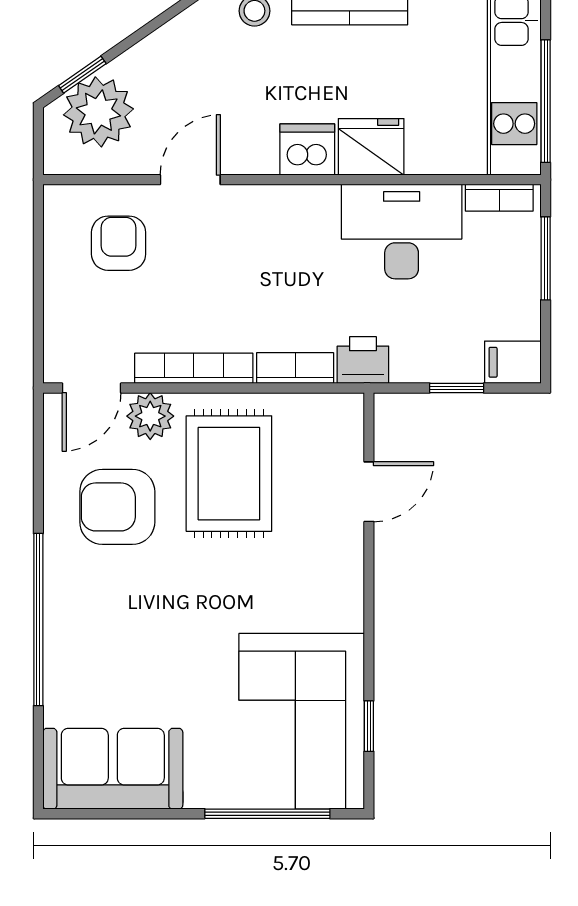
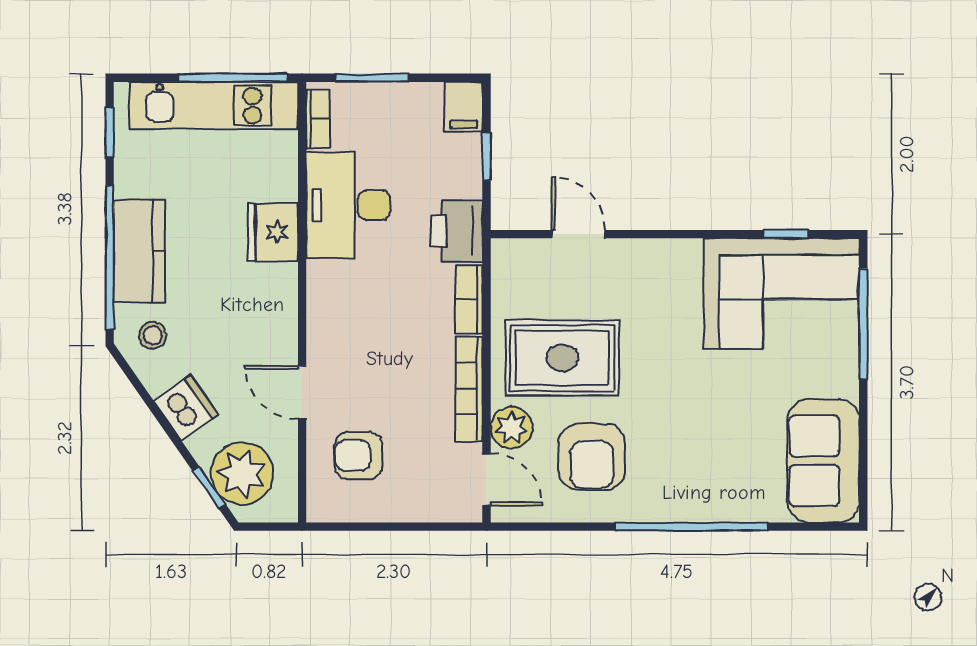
dishwasher: (307, 150) -> (186, 408), moved, turned 145
printer: (363, 360) -> (457, 231), width x1.36, depth x1.24

